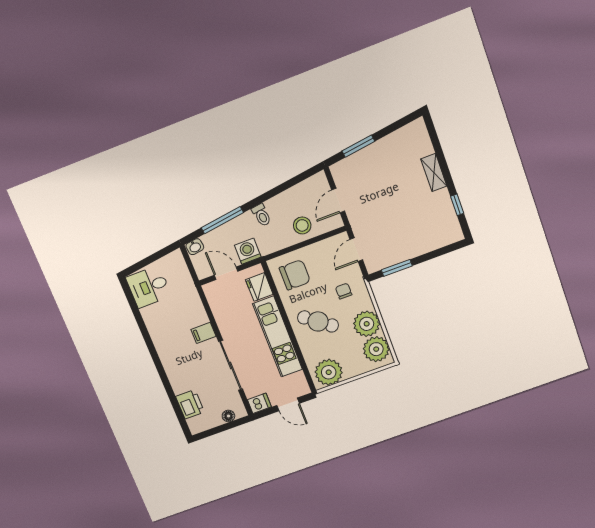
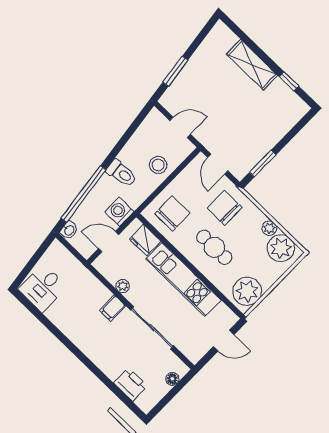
shelving: (434, 173) -> (252, 65), width x1.50, depth x1.33
door: (338, 200) -> (180, 127), swing flipped
toilet: (262, 215) -> (122, 173), width x1.37, depth x1.39
window: (222, 220) -> (83, 194), width x1.46
chair: (344, 291) -> (224, 208), width x1.87, depth x1.87
plant: (221, 318) -> (123, 286), added
cafe table: (318, 321) -> (214, 247), turned 53
plant: (367, 324) -> (269, 228), width x0.53, depth x0.53
dishwasher: (259, 403) -> (196, 352), removed

